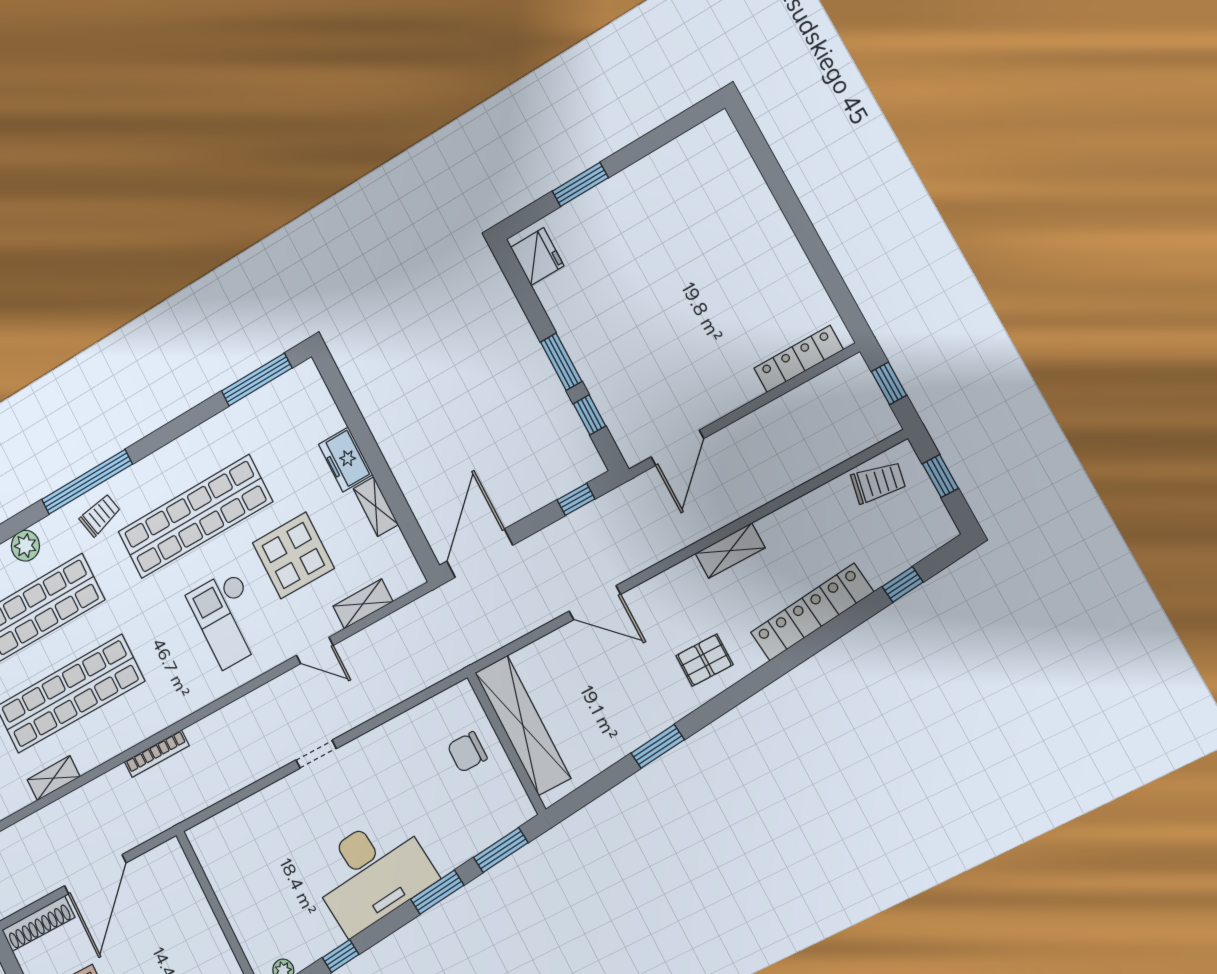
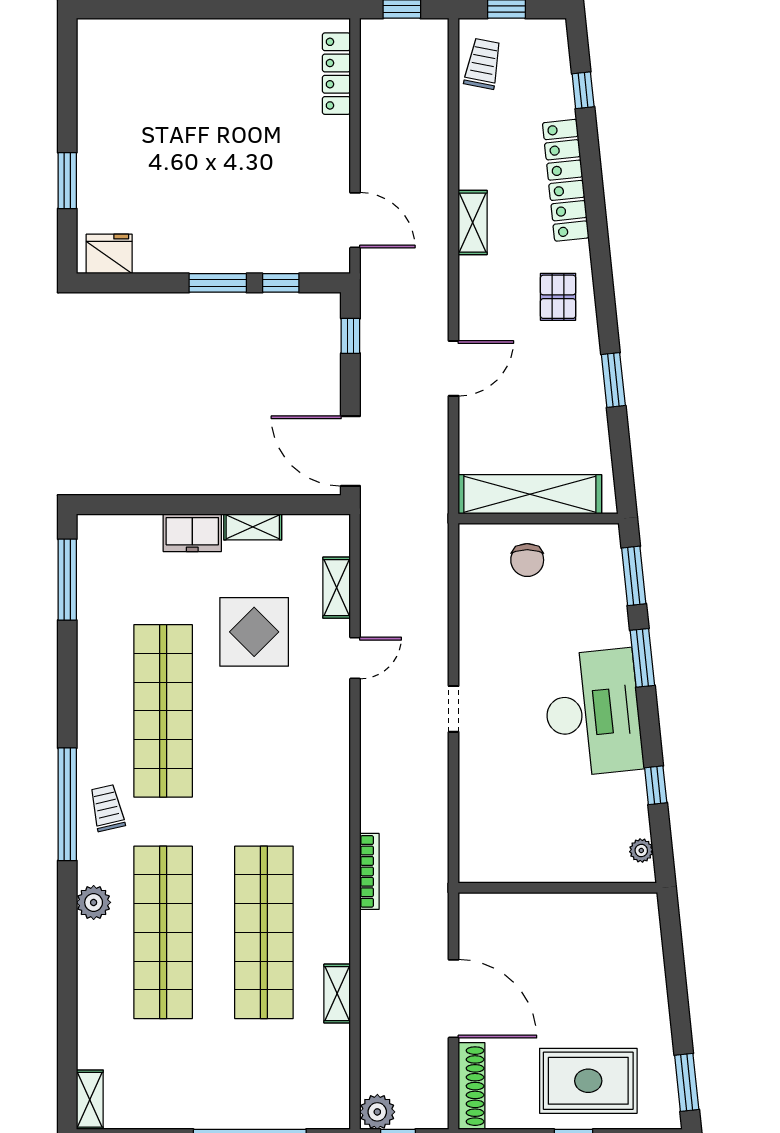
checkout: (229, 619) -> (279, 729), removed

